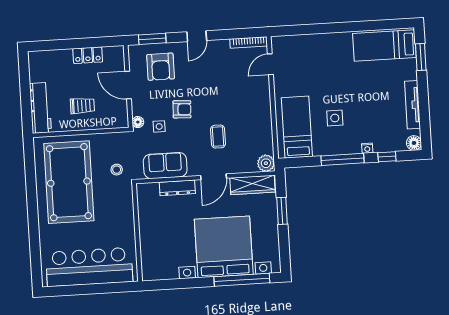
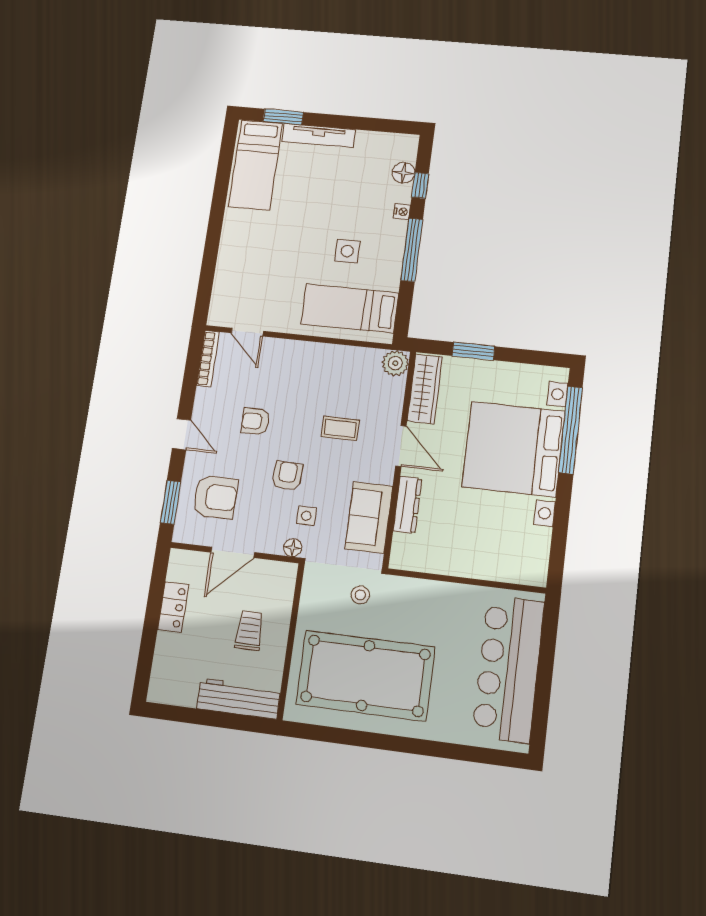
armchair: (213, 82) -> (255, 421), added
tv unit: (413, 105) -> (319, 136), moved
floor lamp: (414, 143) -> (403, 173), moved

